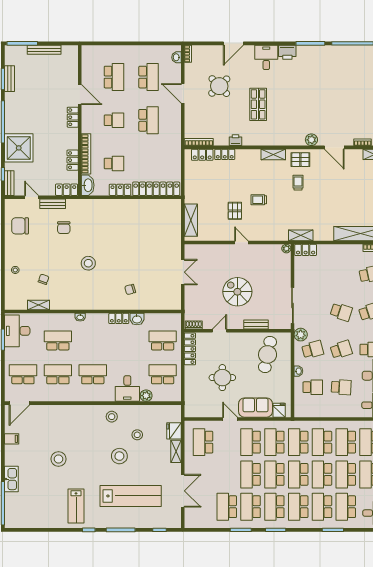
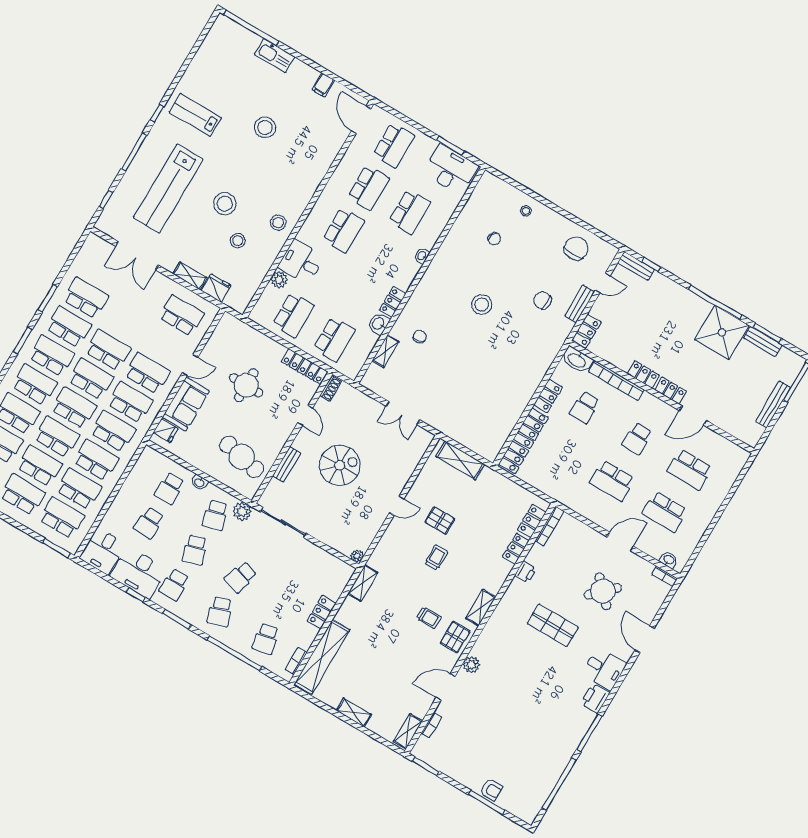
shower: (19, 148) -> (722, 332), moved
locker: (73, 160) -> (643, 374), moved
locker: (306, 250) -> (322, 612), moved
shelving: (38, 305) -> (386, 351), moved

